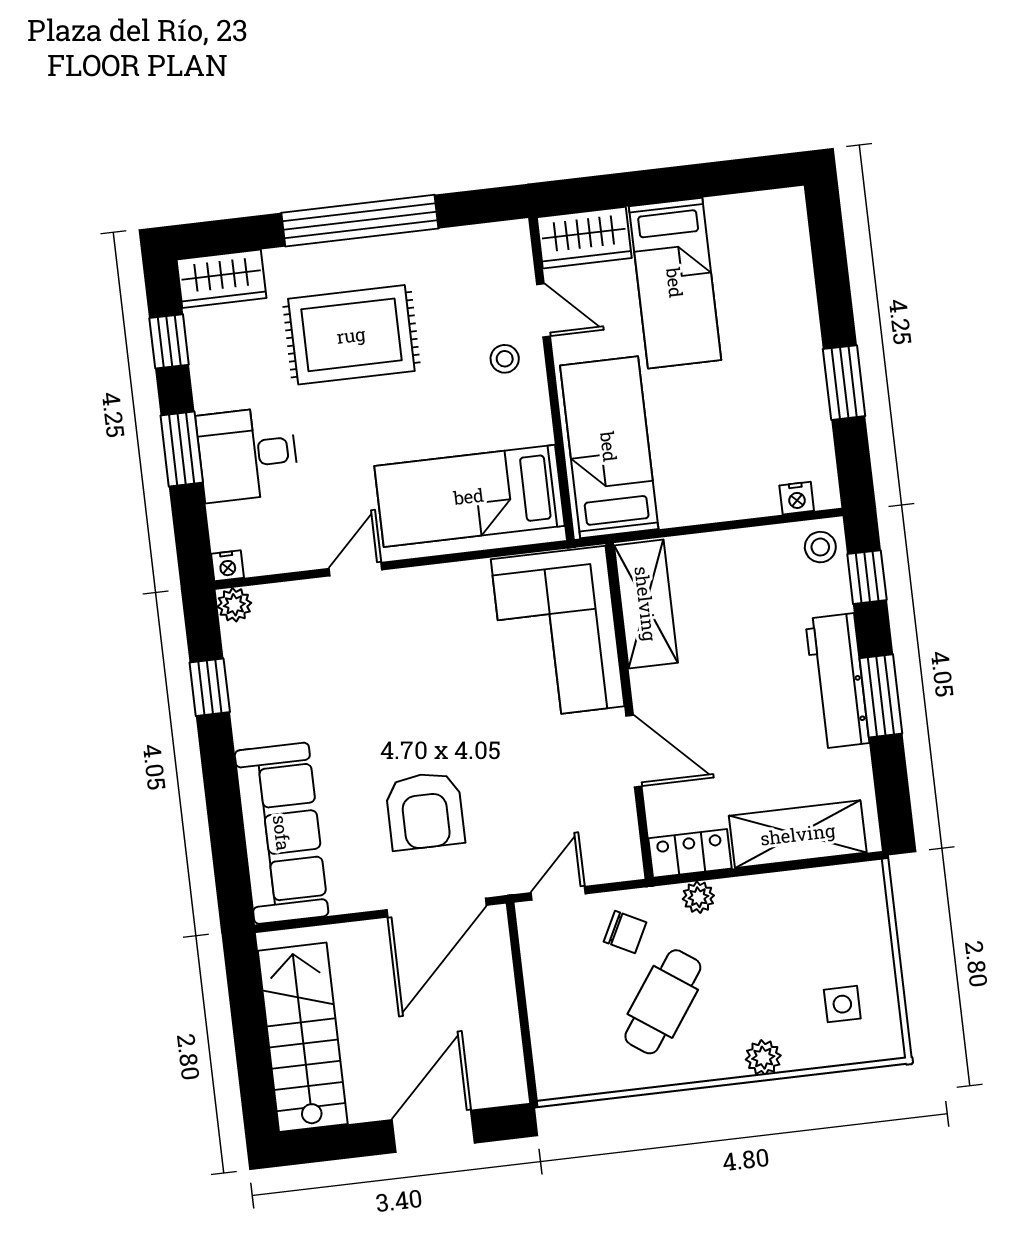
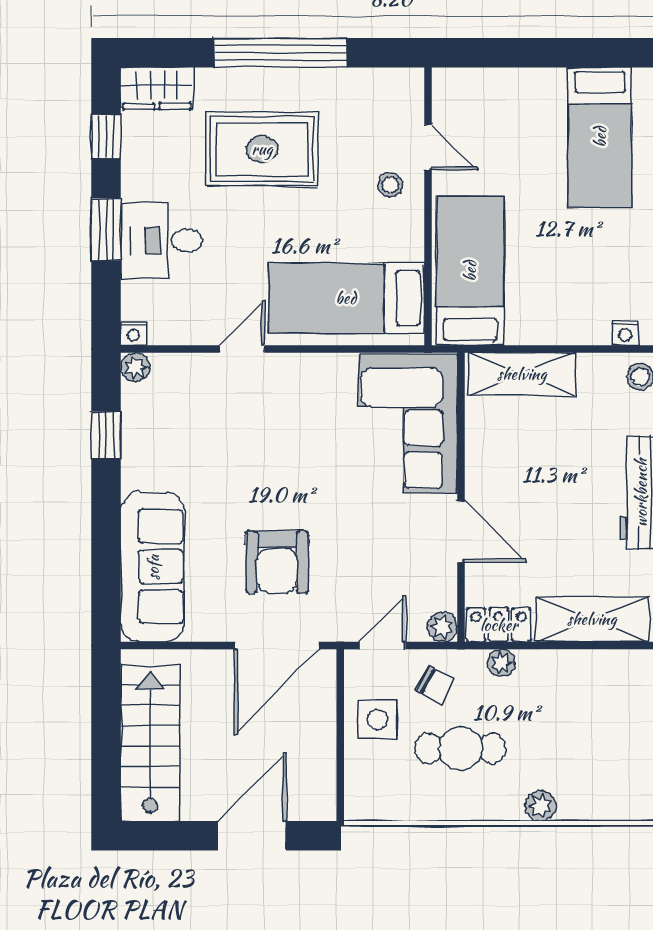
wardrobe: (584, 238) -> (470, 90), removed
bed: (675, 283) -> (600, 137), moved
shelving: (646, 604) -> (522, 374), moved, turned 90
plant: (625, 864) -> (442, 627), added
cafe table: (663, 1002) -> (461, 748), turned 55
side table: (842, 1004) -> (377, 719), moved, width x1.37, depth x1.37

